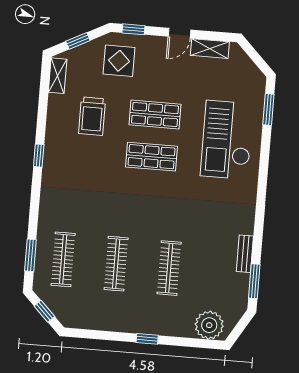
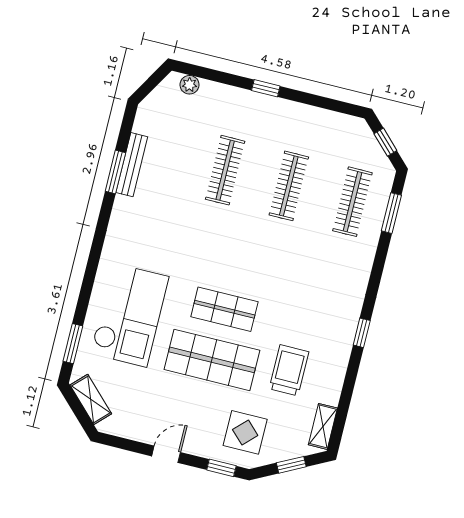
shelving: (210, 49) -> (91, 399), moved, turned 45
shop shelf: (155, 114) -> (212, 360), width x1.43, depth x1.36
bench: (245, 254) -> (132, 165), width x1.36
window: (254, 281) -> (115, 172), moved
plant: (209, 325) -> (189, 85), width x0.53, depth x0.53

